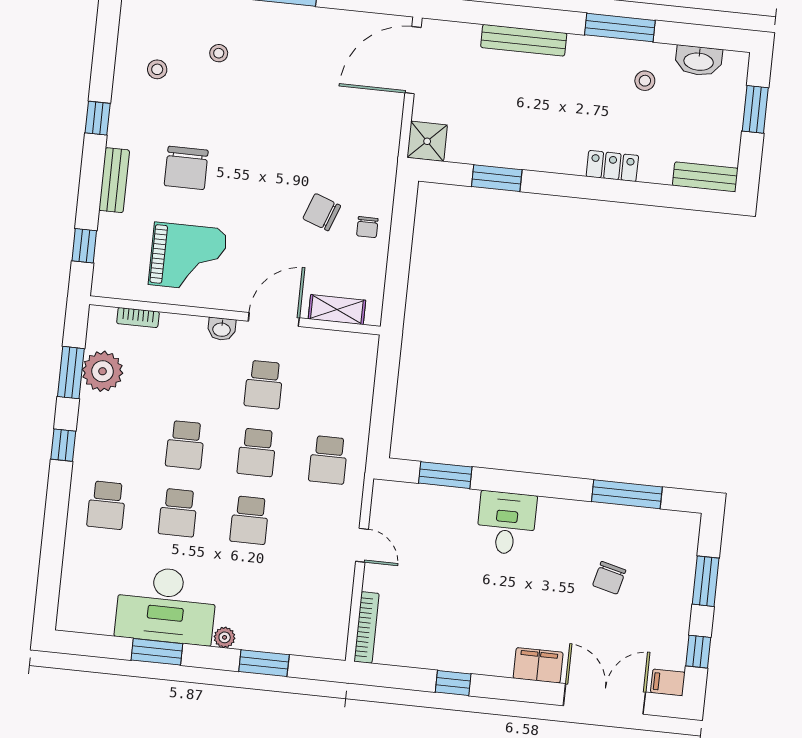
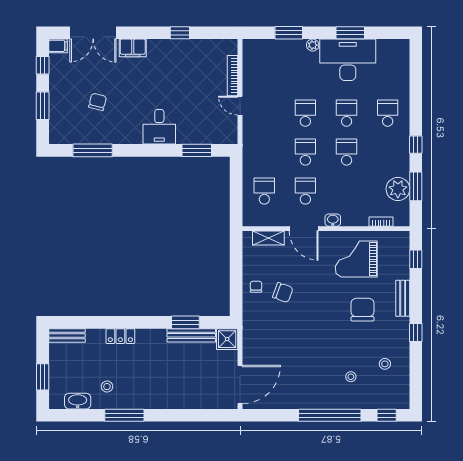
bench: (524, 40) -> (191, 335), moved
door: (274, 319) -> (304, 229), hinge flipped
school desk: (328, 460) -> (264, 191), moved
bookcase: (367, 627) -> (233, 76), moved

